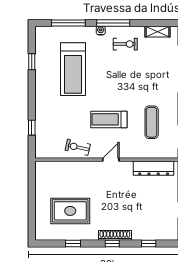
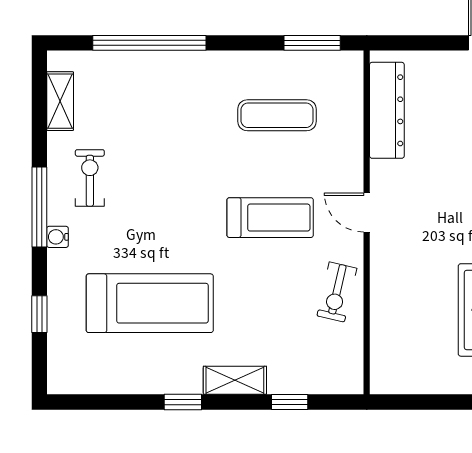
window: (68, 23) -> (39, 314), width x0.46
window: (32, 62) -> (183, 402), moved
shelving: (41, 105) -> (235, 380), added
treadmill: (109, 119) -> (270, 218), turned -90

